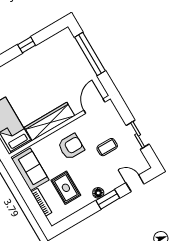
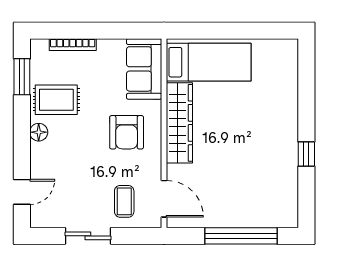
coffee table: (107, 147) -> (124, 201), moved
sofa: (30, 169) -> (144, 69), moved, turned 90
rug: (66, 188) -> (56, 100), moved
window: (108, 199) -> (22, 77), moved

